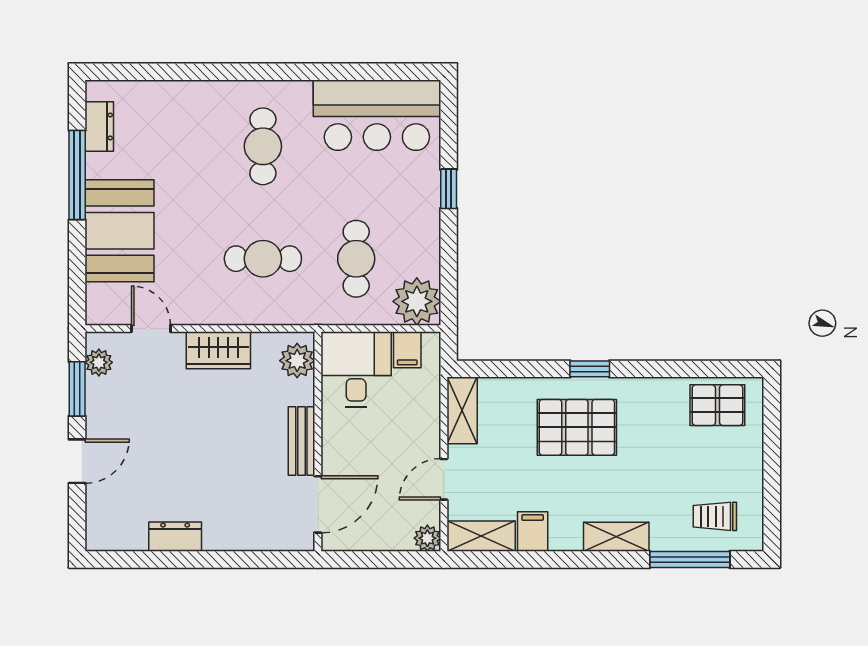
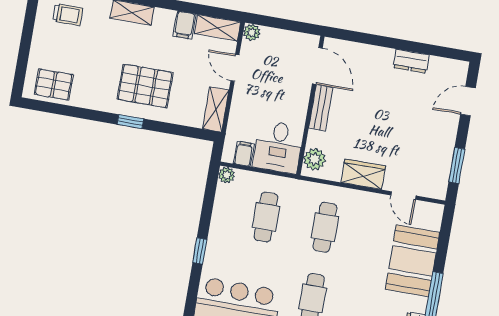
cafe table: (263, 259) -> (325, 227), turned 90
plant: (417, 301) -> (227, 175), width x0.53, depth x0.53
plant: (99, 362) -> (440, 180), removed
door: (77, 461) -> (468, 101), moved
door: (444, 479) -> (235, 68), swing flipped
door: (318, 504) -> (317, 66), swing flipped

